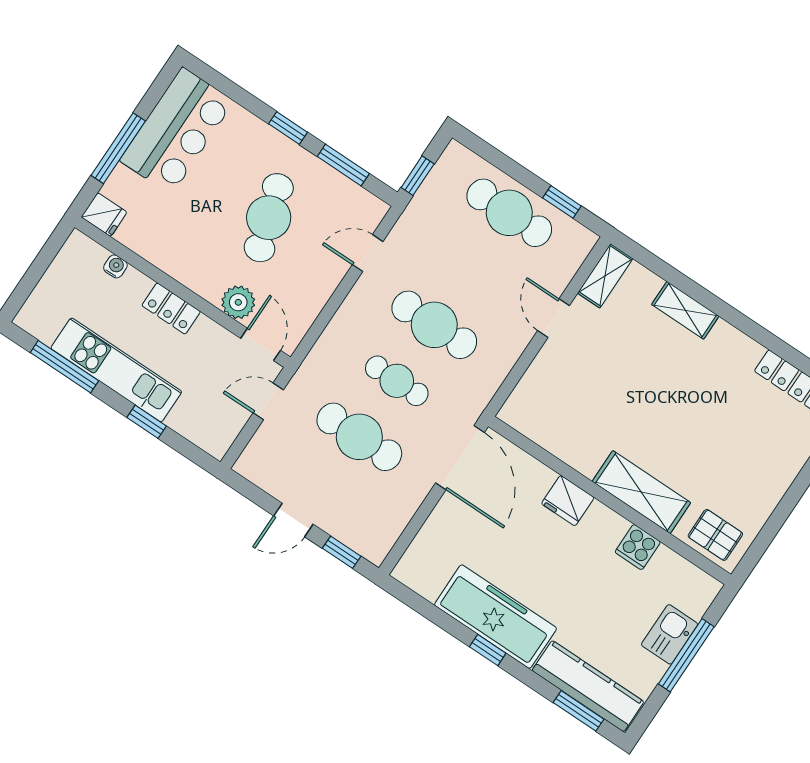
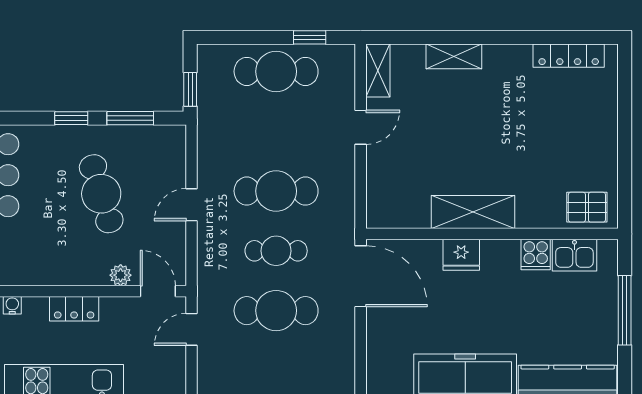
door: (368, 253) -> (192, 205), moved
plant: (238, 302) -> (121, 275), width x0.73, depth x0.73
door: (554, 318) -> (361, 127), swing flipped
shelving: (641, 492) -> (473, 212), moved
kitchen sink: (670, 634) -> (574, 255), moved, turned -90

